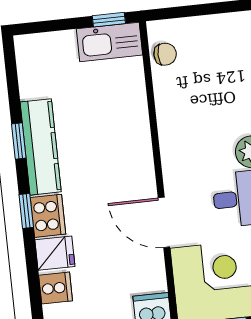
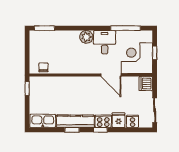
kitchen sink: (109, 42) -> (43, 121), moved, turned -90
door: (164, 222) -> (111, 75), hinge flipped

